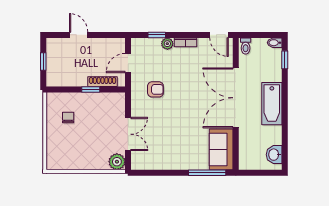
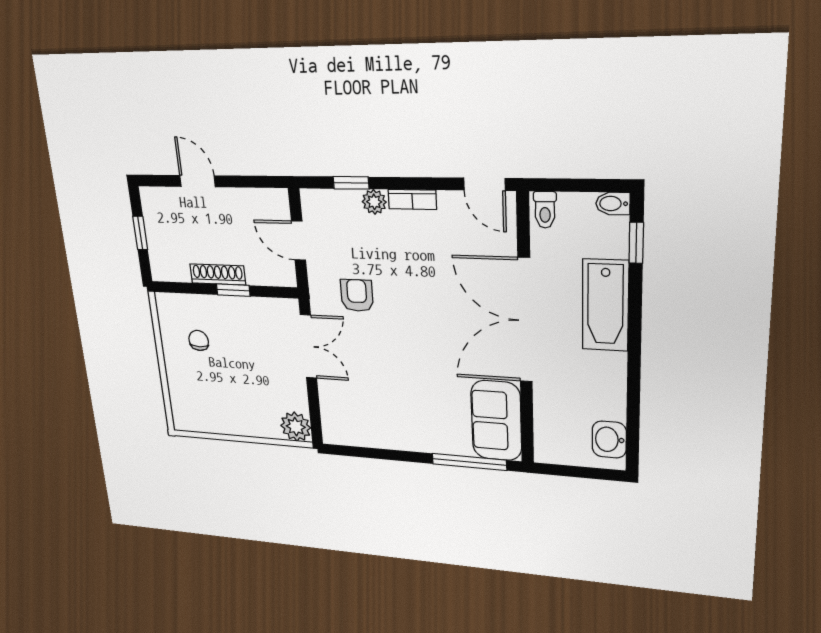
door: (128, 63) -> (298, 241), hinge flipped
shoe rack: (103, 82) -> (218, 274), moved
armchair: (155, 89) -> (357, 295), turned -90
bathtub: (272, 104) -> (605, 305), moved
double door: (128, 134) -> (308, 347), moved

